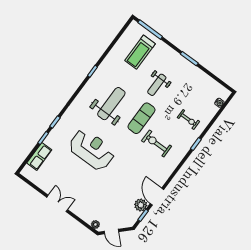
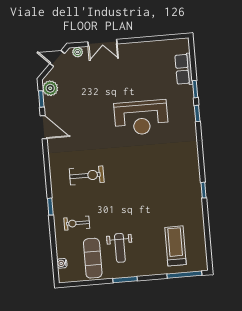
weight bench: (157, 85) -> (120, 248), moved, turned 180
weight bench: (111, 104) -> (160, 176), removed
exercise mat: (142, 118) -> (93, 258), moved
double door: (57, 203) -> (102, 43), moved
plant: (141, 205) -> (50, 88), moved

